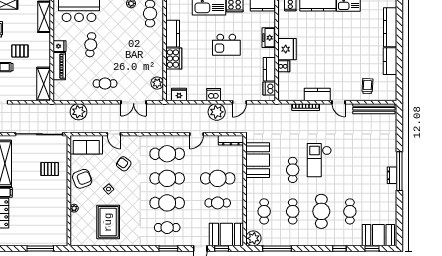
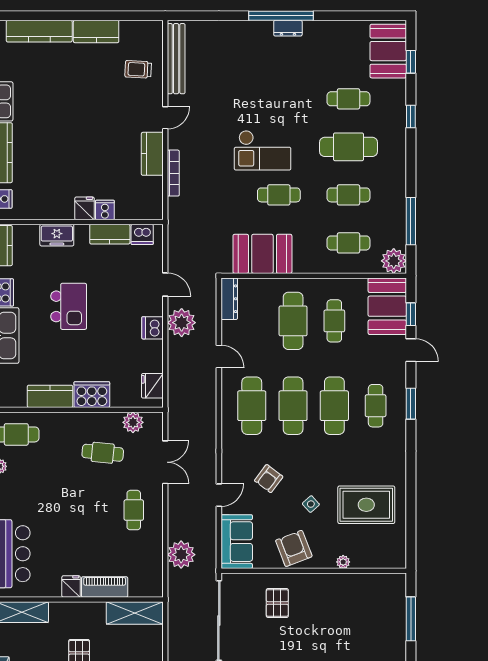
cafe table: (91, 45) -> (103, 453), moved
fridge: (287, 49) -> (84, 208), width x0.53, depth x0.75

